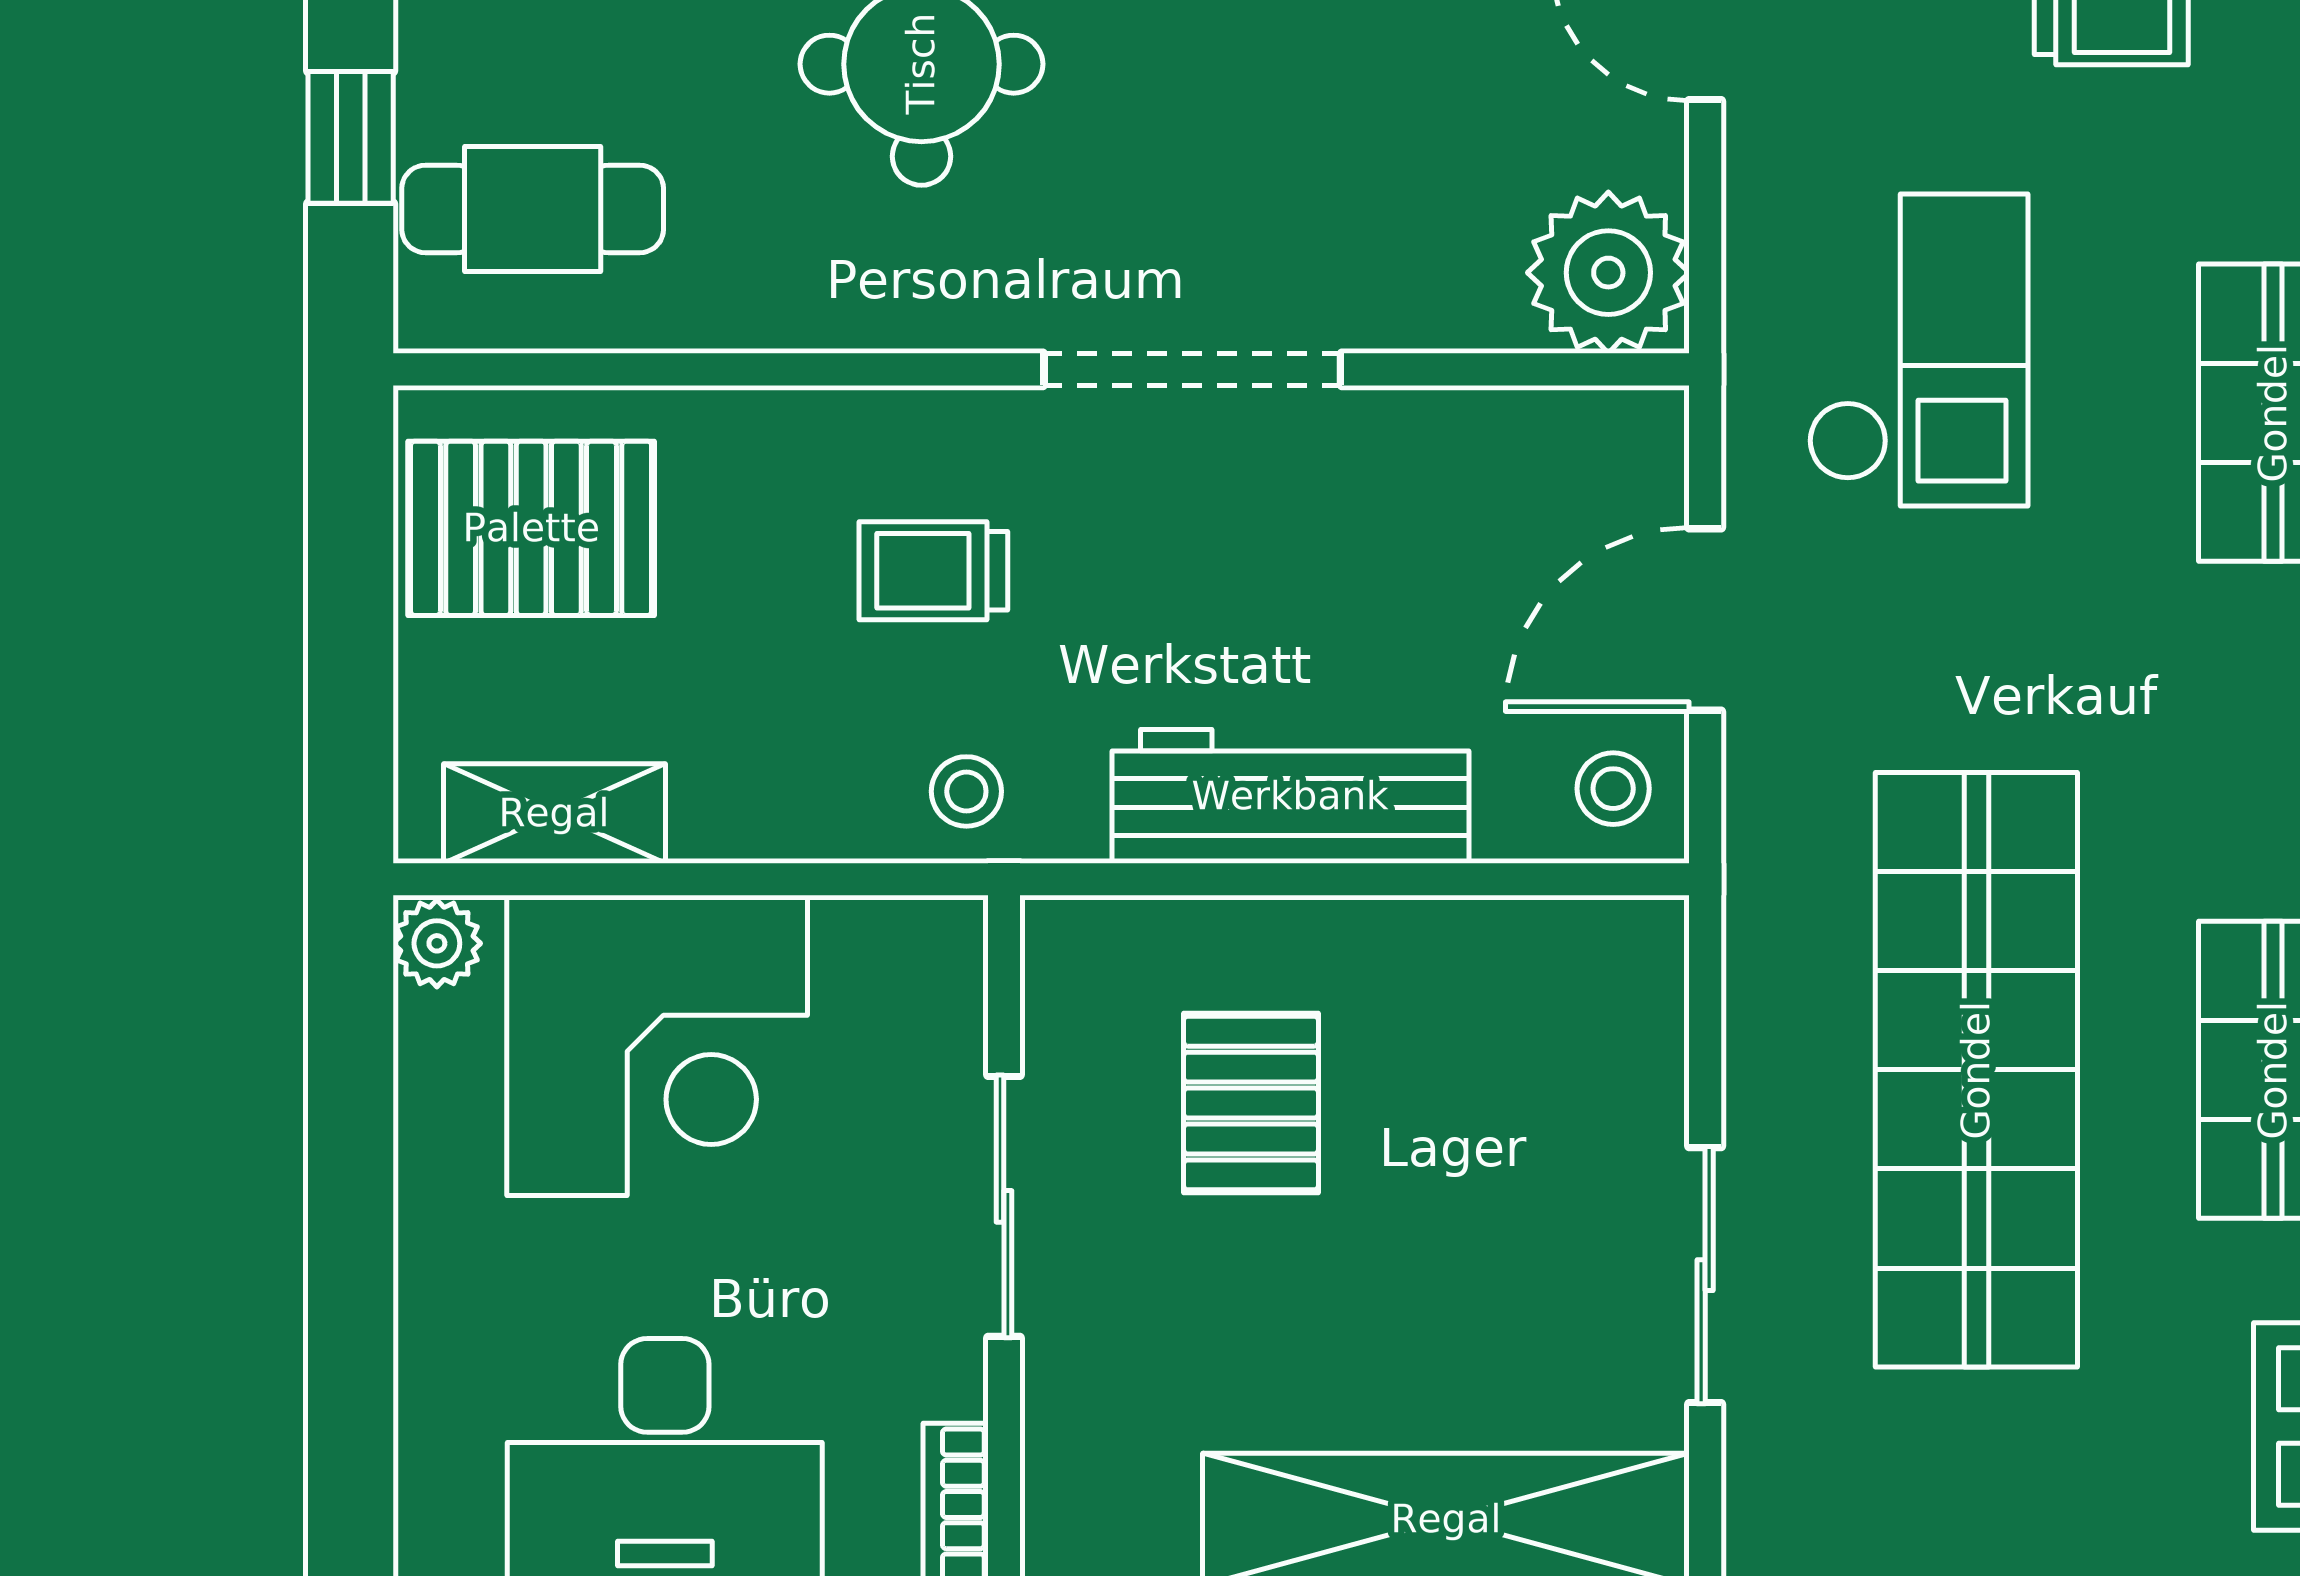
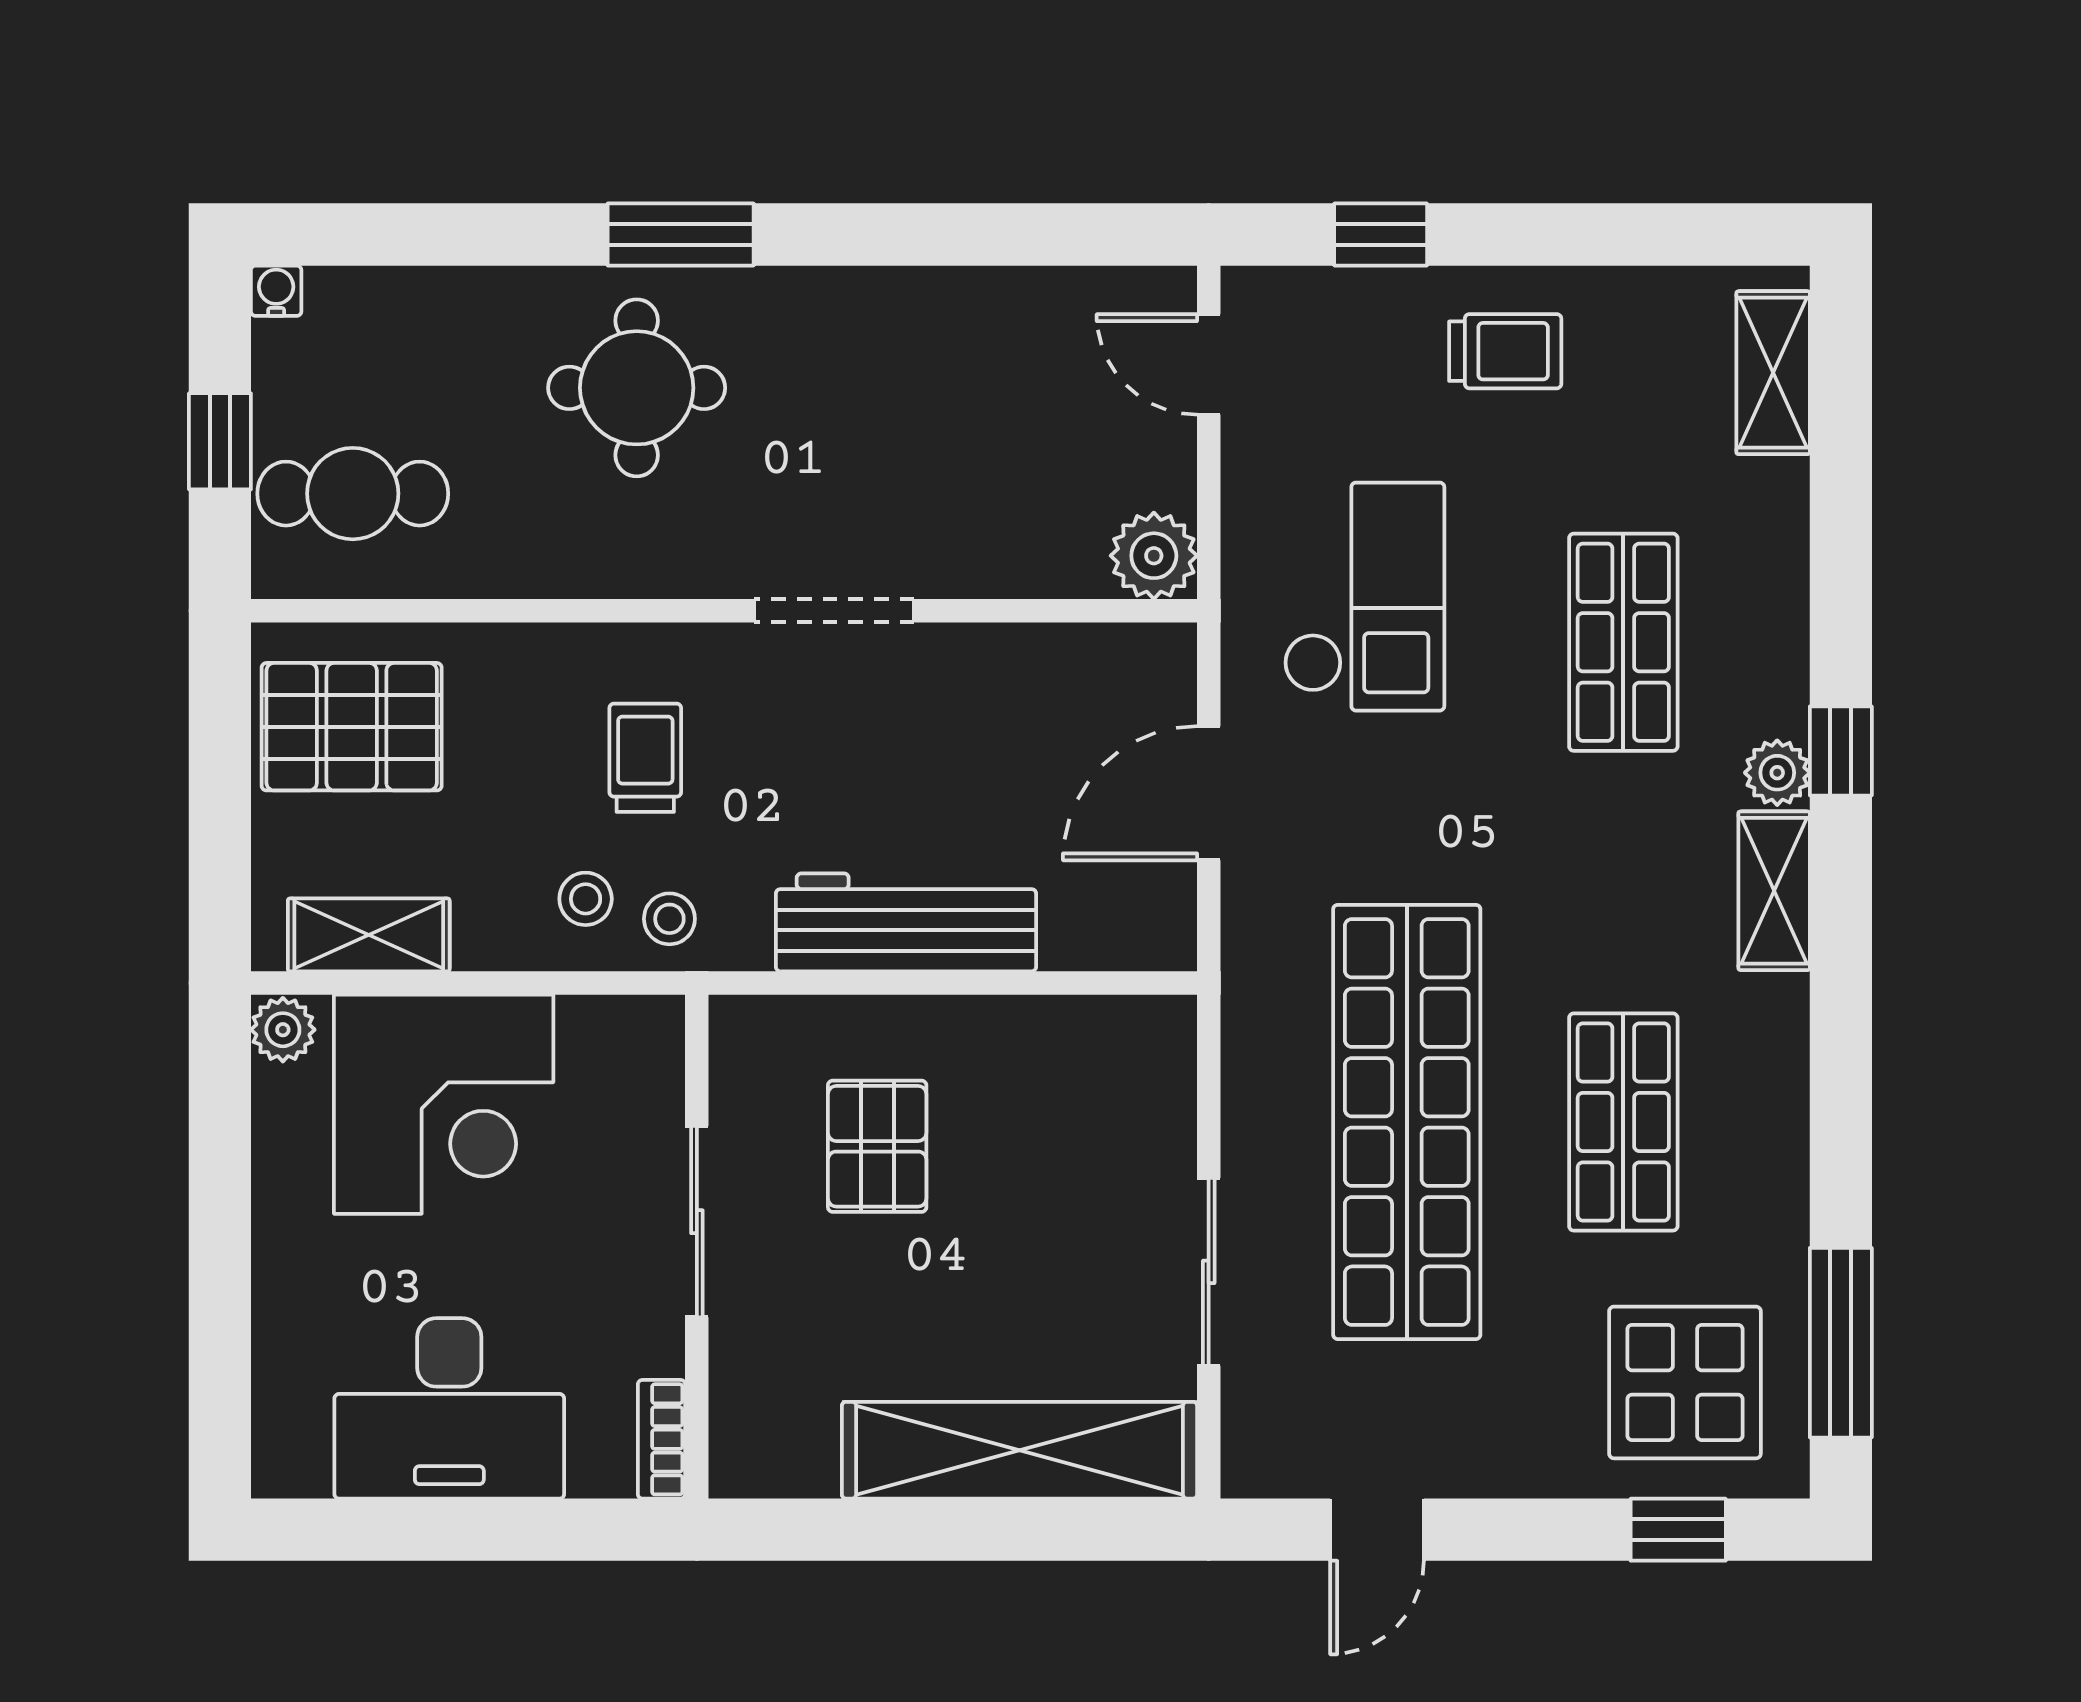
plant: (1608, 273) -> (1154, 556), width x0.73, depth x0.73
doorway: (1192, 369) -> (834, 611), width x0.73
trolley: (933, 571) -> (645, 758), turned 90
stool: (1613, 789) -> (586, 899), moved

